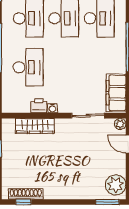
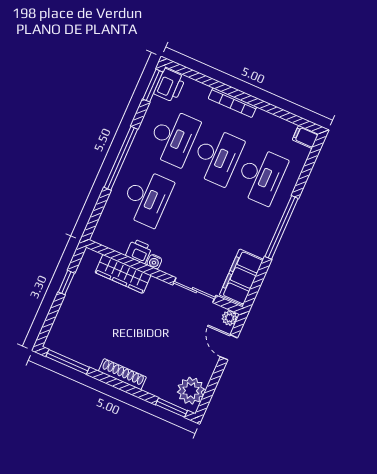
shoe rack: (26, 194) -> (122, 374), moved
window: (23, 202) -> (68, 362), width x2.17

